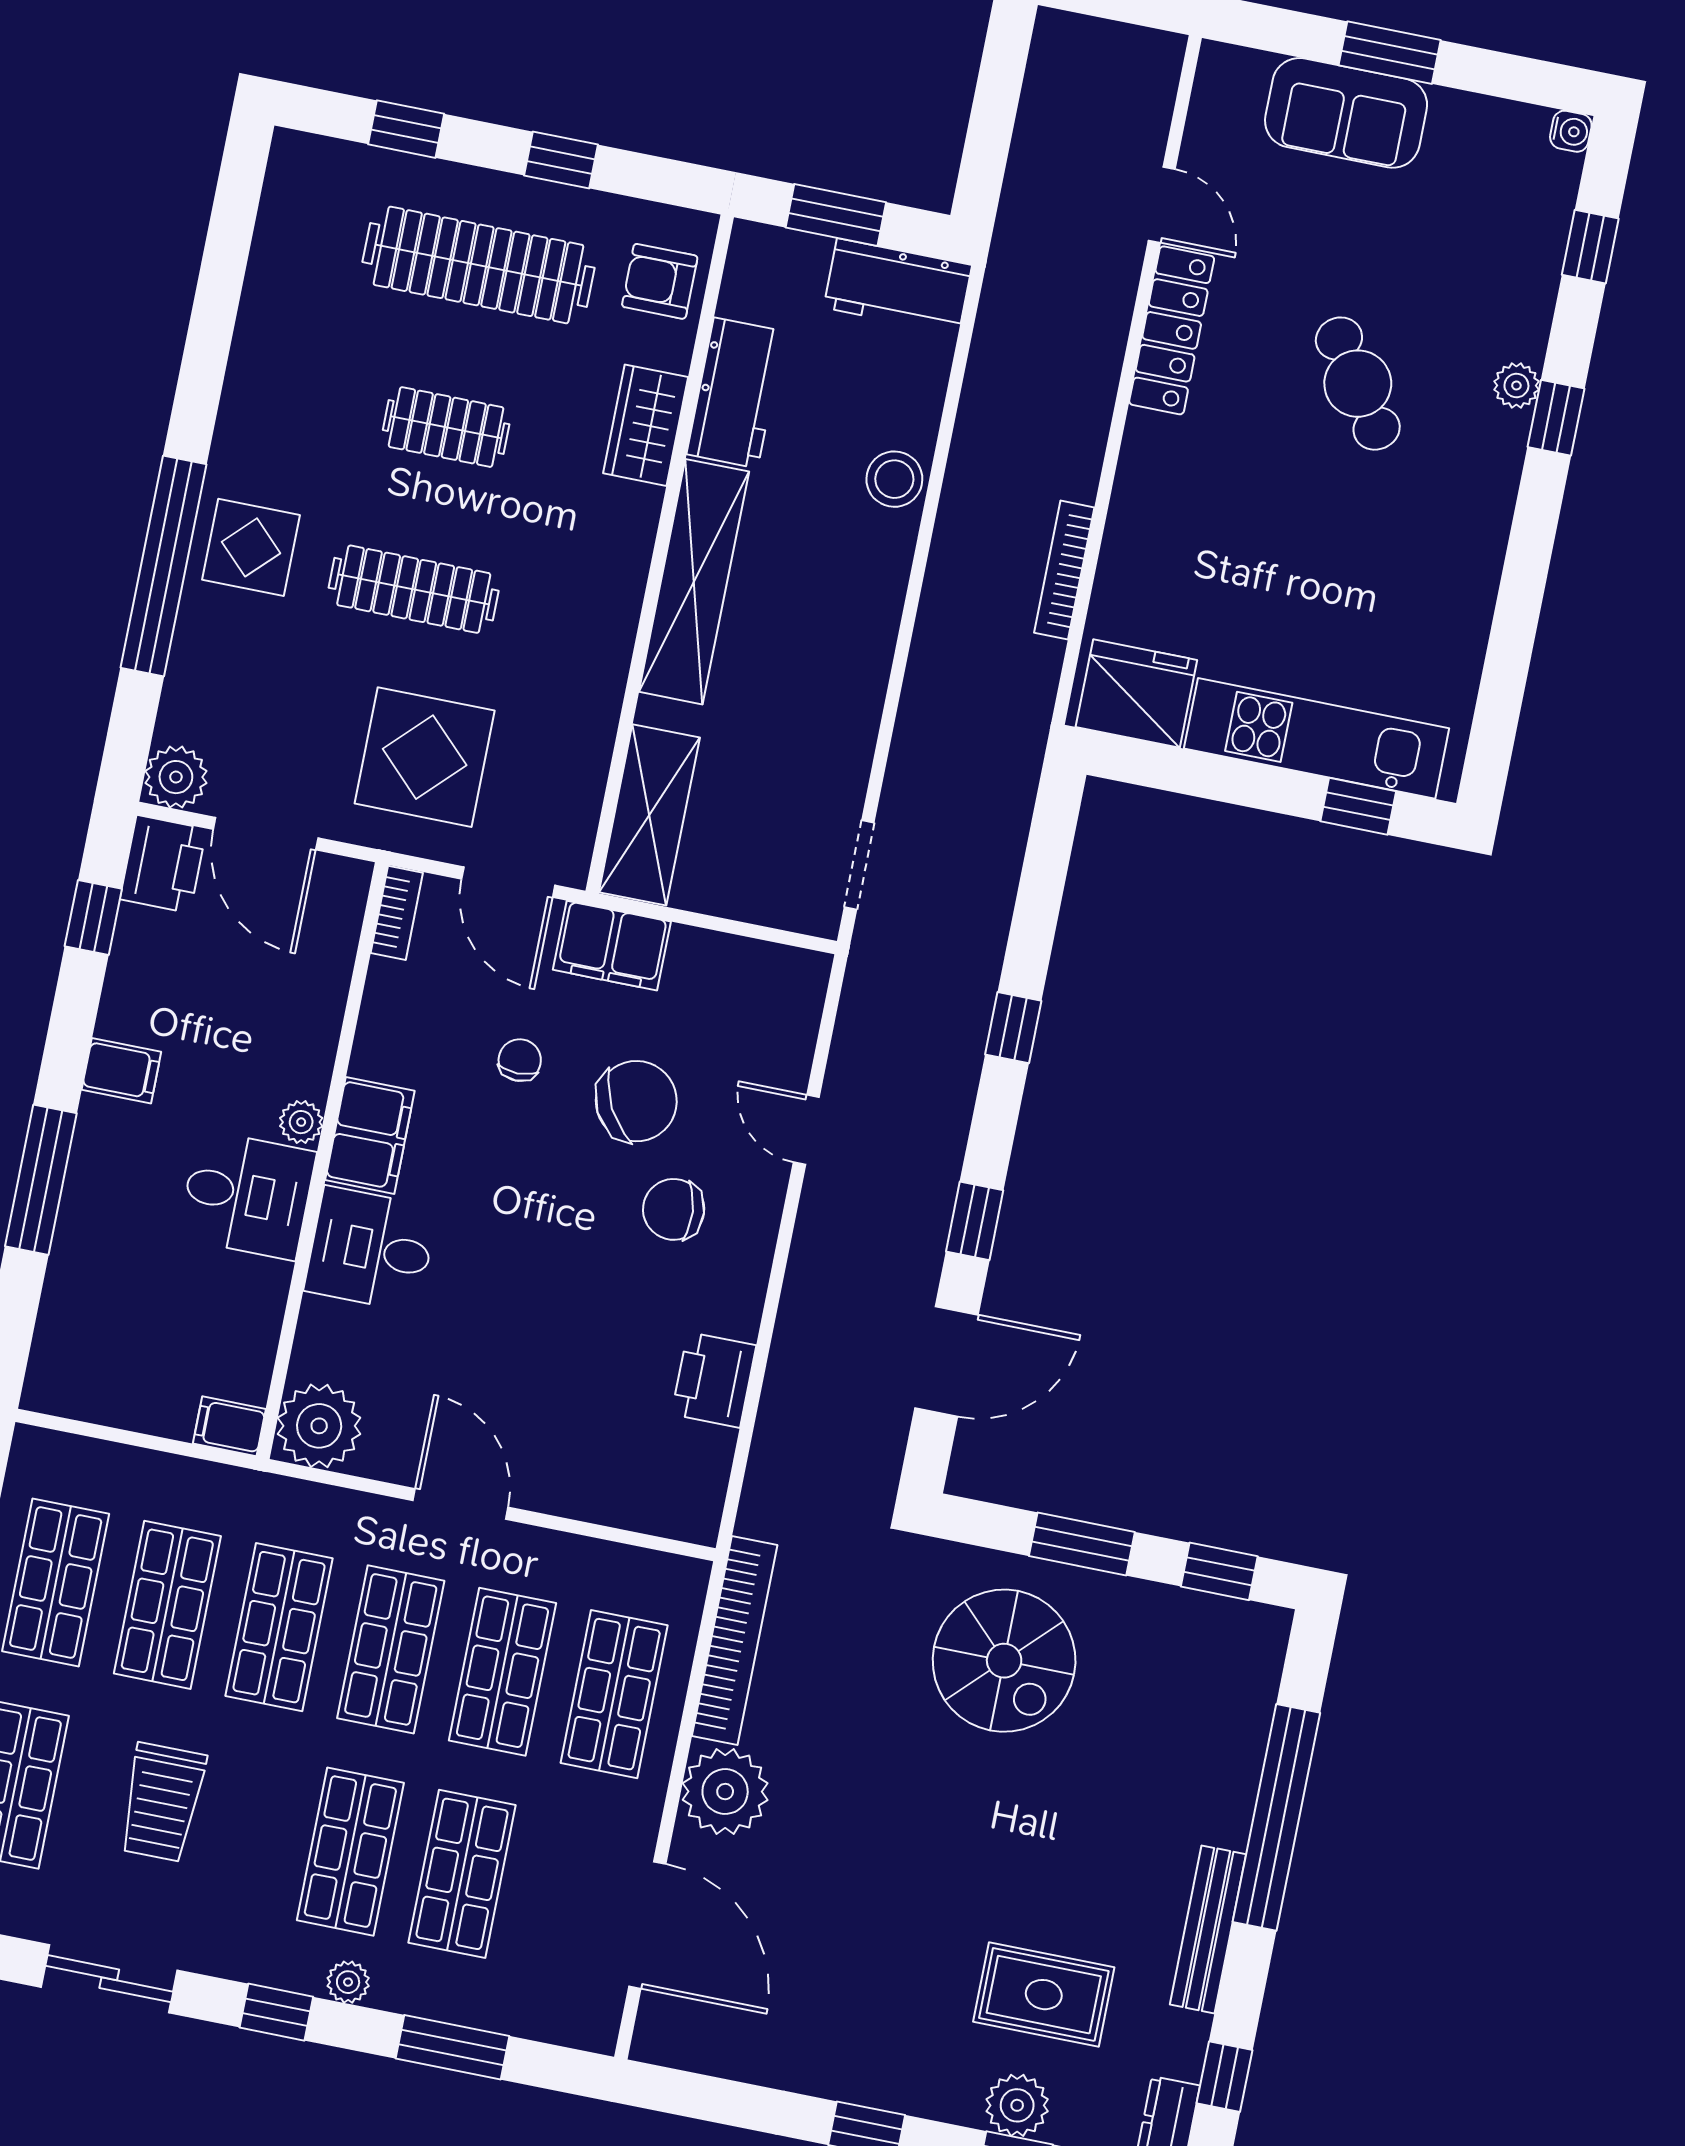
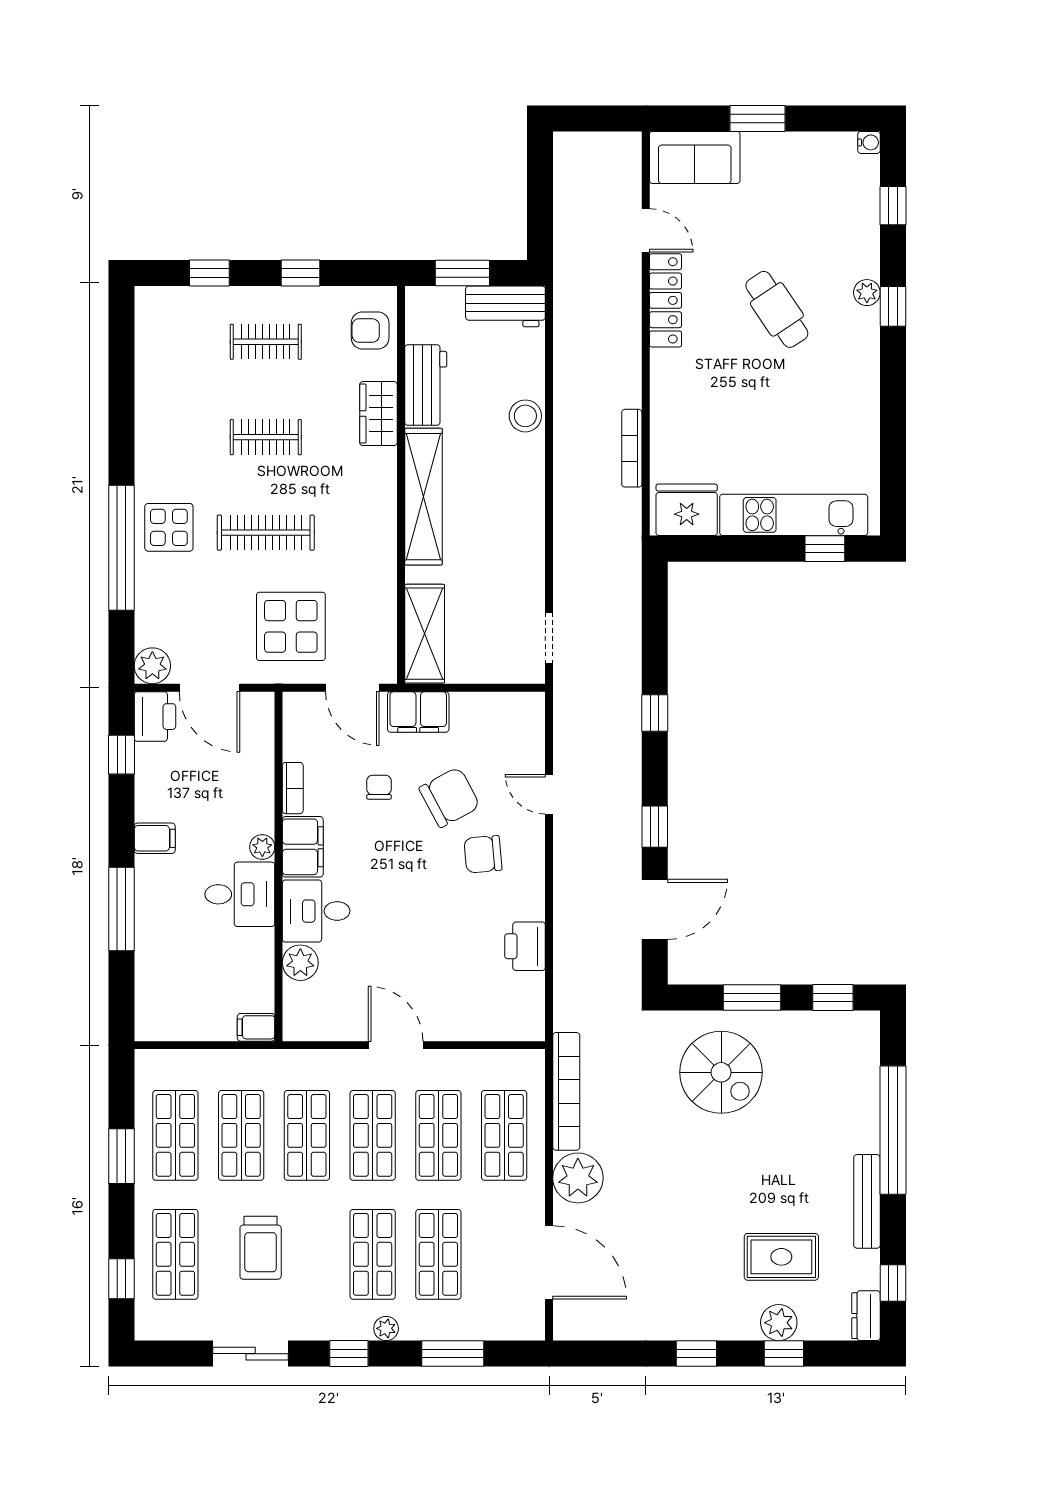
sofa: (1346, 113) -> (695, 157), moved
clothes rail: (478, 265) -> (266, 342), width x0.54, depth x0.76
bookcase: (397, 913) -> (293, 788), moved
plant: (319, 1426) -> (300, 963), moved, width x0.73, depth x0.73

